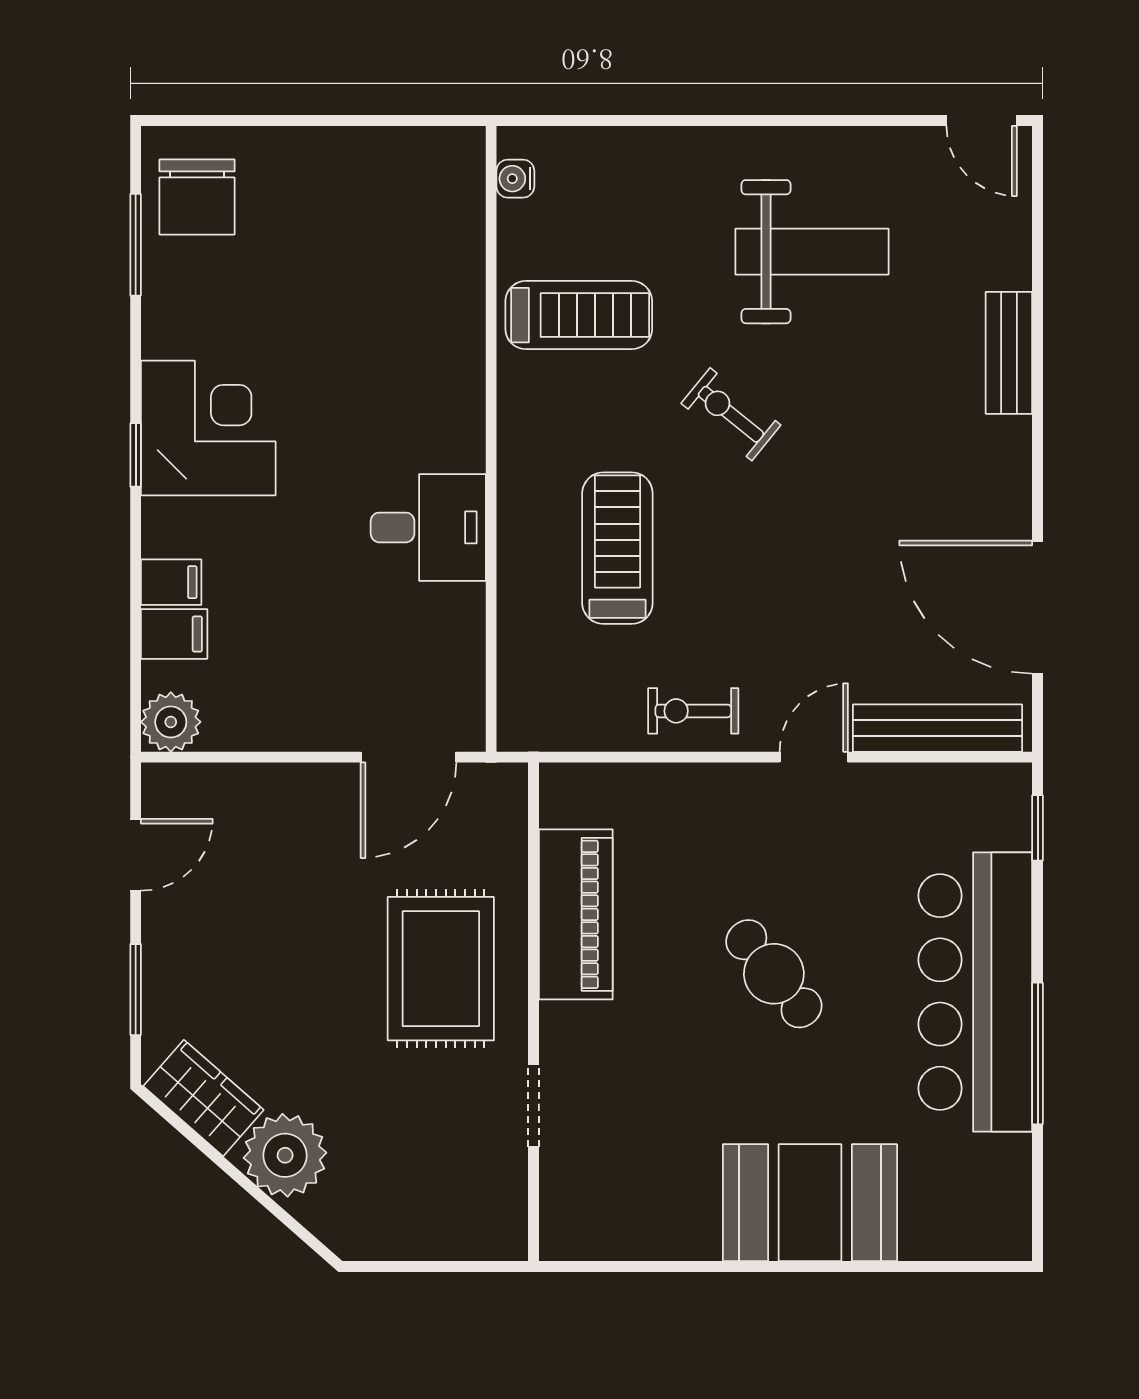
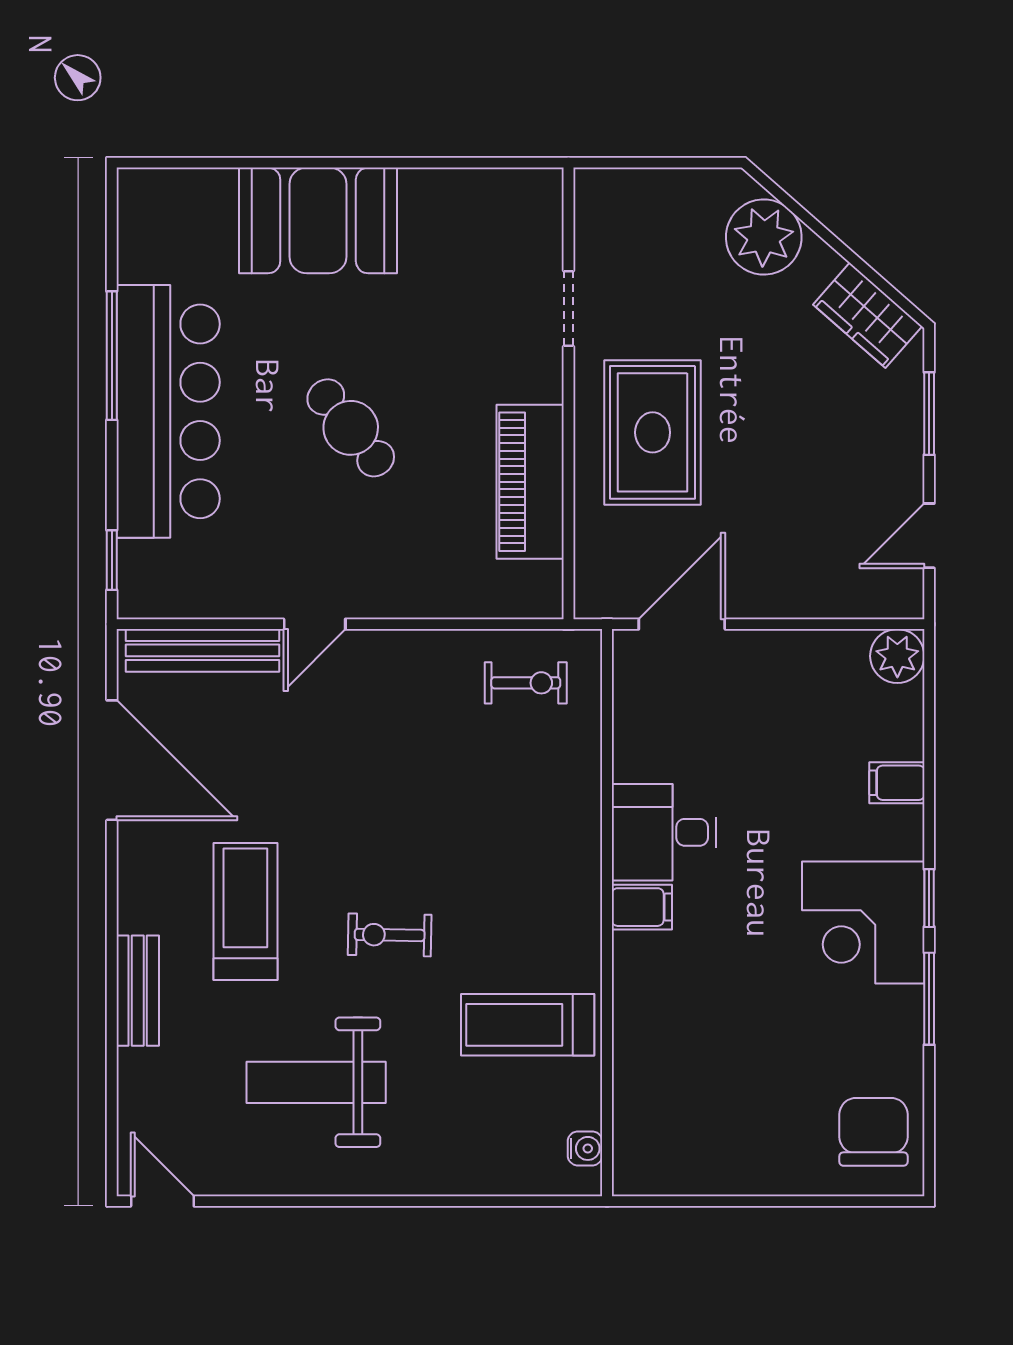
window: (136, 245) -> (929, 999), moved
exercise bike: (731, 414) -> (390, 935), turned 142
treadmill: (617, 548) -> (245, 912), moved, turned 180
filing cabinet: (174, 634) -> (642, 907), moved, turned 180
exercise bike: (693, 711) -> (526, 683), moved
plant: (285, 1155) -> (764, 237), moved

